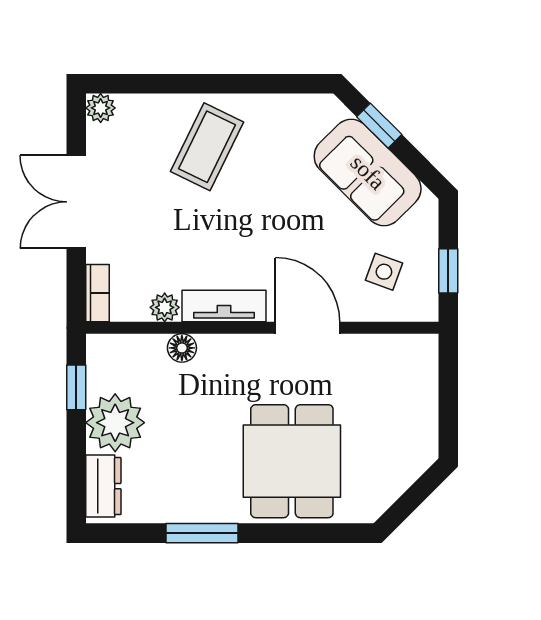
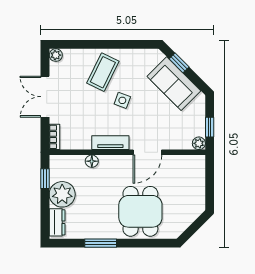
side table: (384, 272) -> (122, 100), moved
plant: (165, 307) -> (199, 143), moved
door: (308, 328) -> (147, 152), swing flipped

